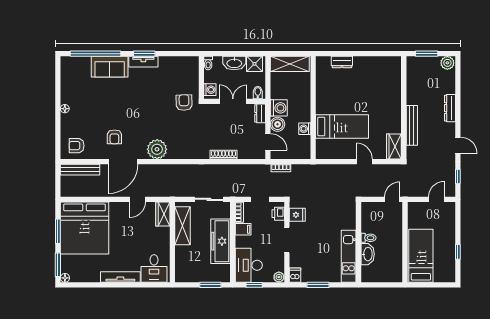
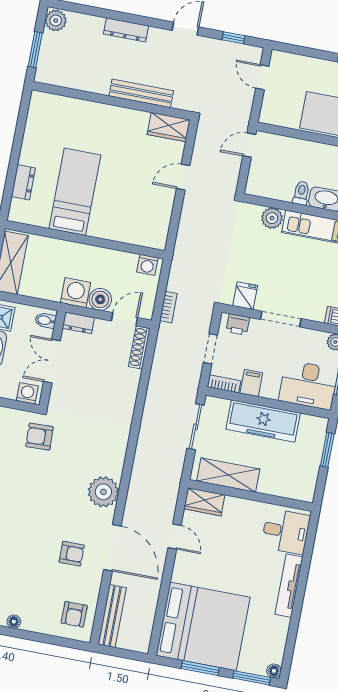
bed: (342, 127) -> (75, 192), moved
washing machine: (305, 129) -> (147, 265), moved
shoe rack: (223, 155) -> (139, 347), moved
door: (392, 199) -> (249, 145), hinge flipped
plant: (349, 222) -> (272, 218), added

